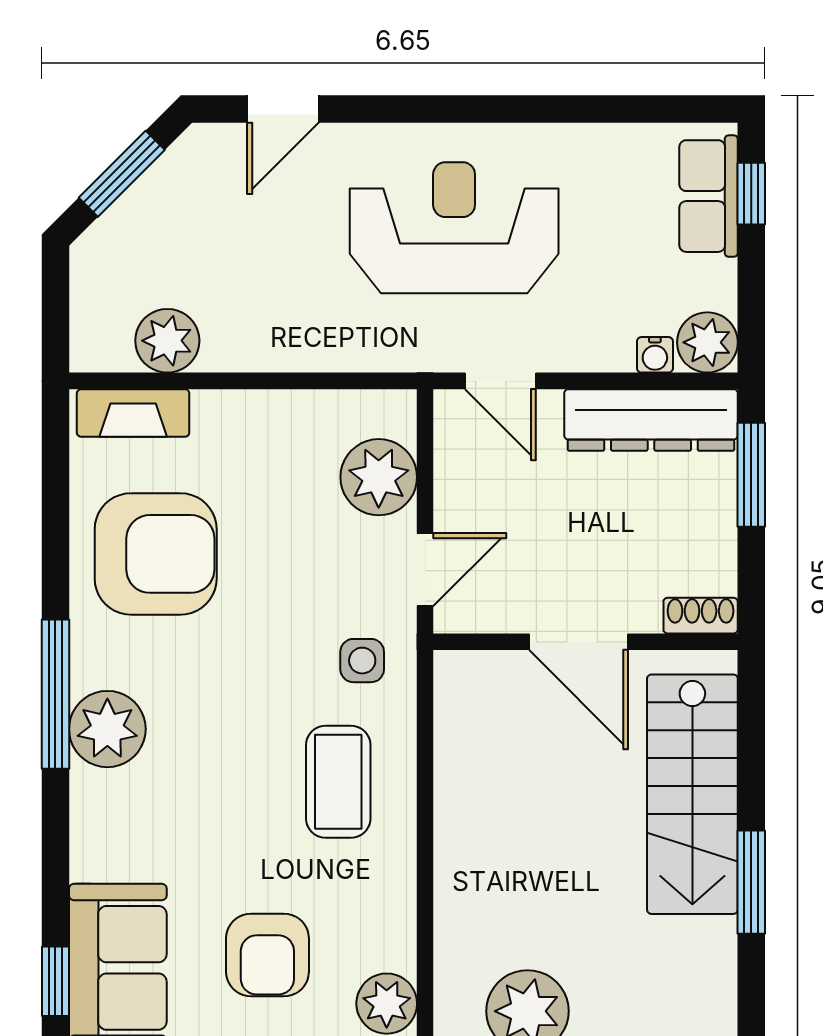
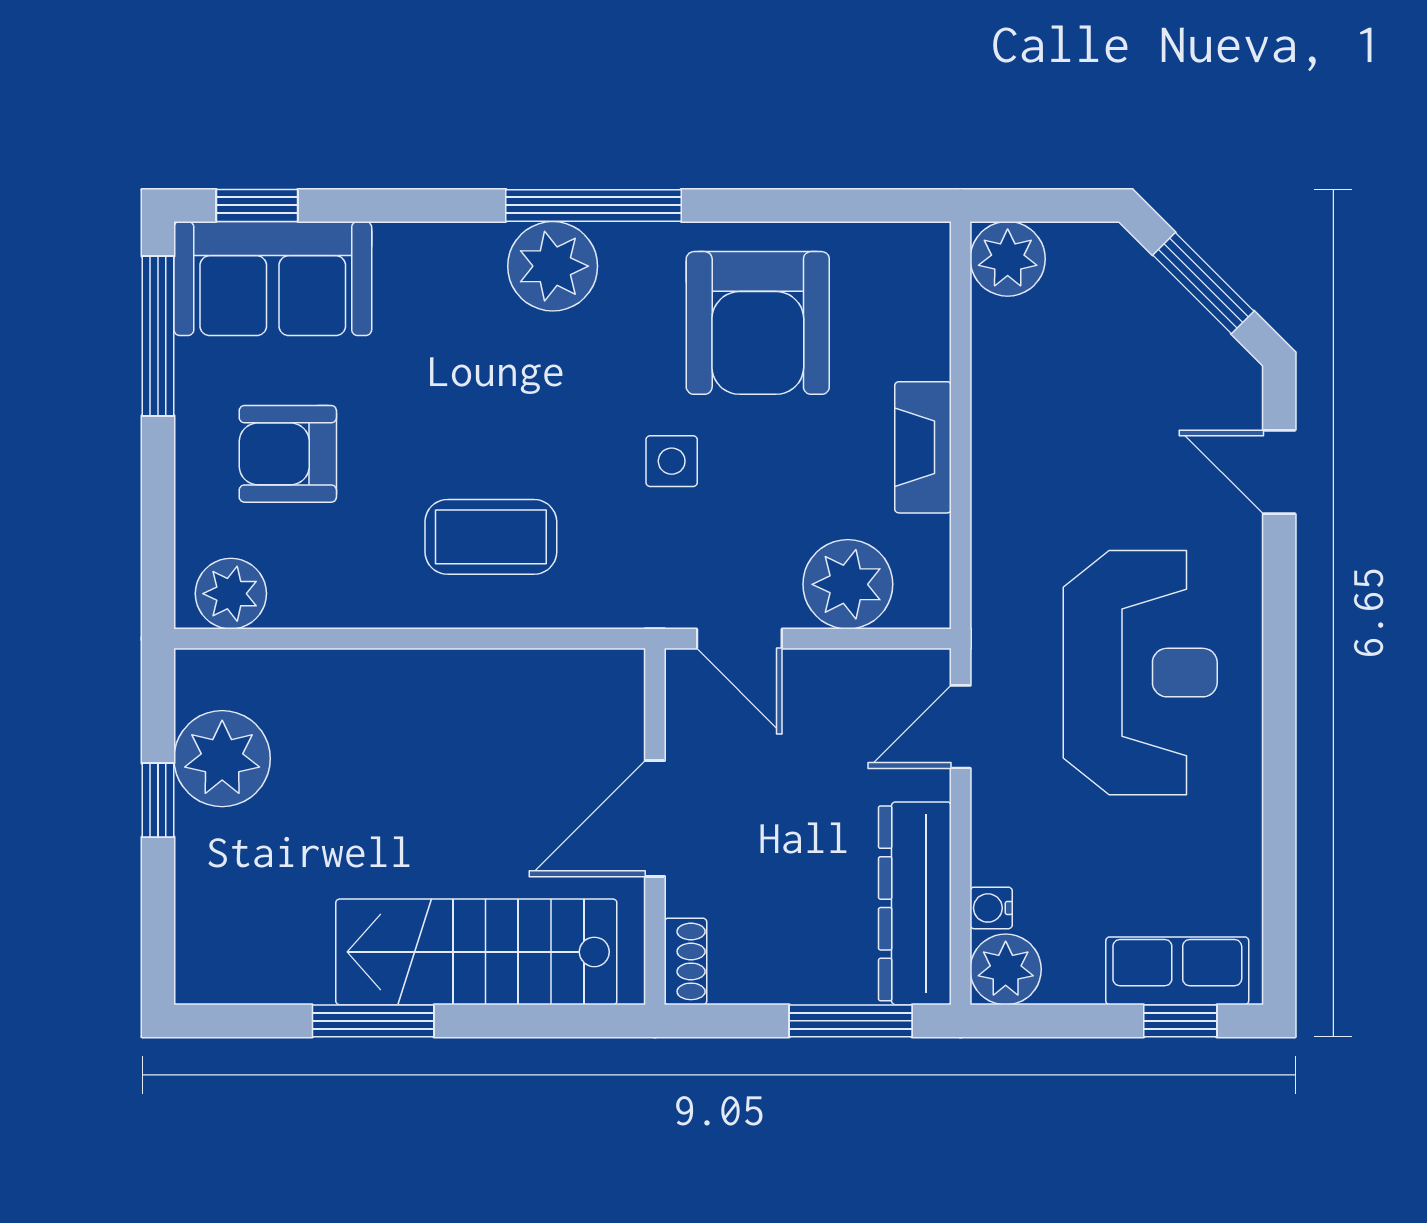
plant: (167, 341) -> (1008, 259), moved
fireplace: (133, 413) -> (923, 447), moved
side table: (362, 661) -> (672, 461), moved

